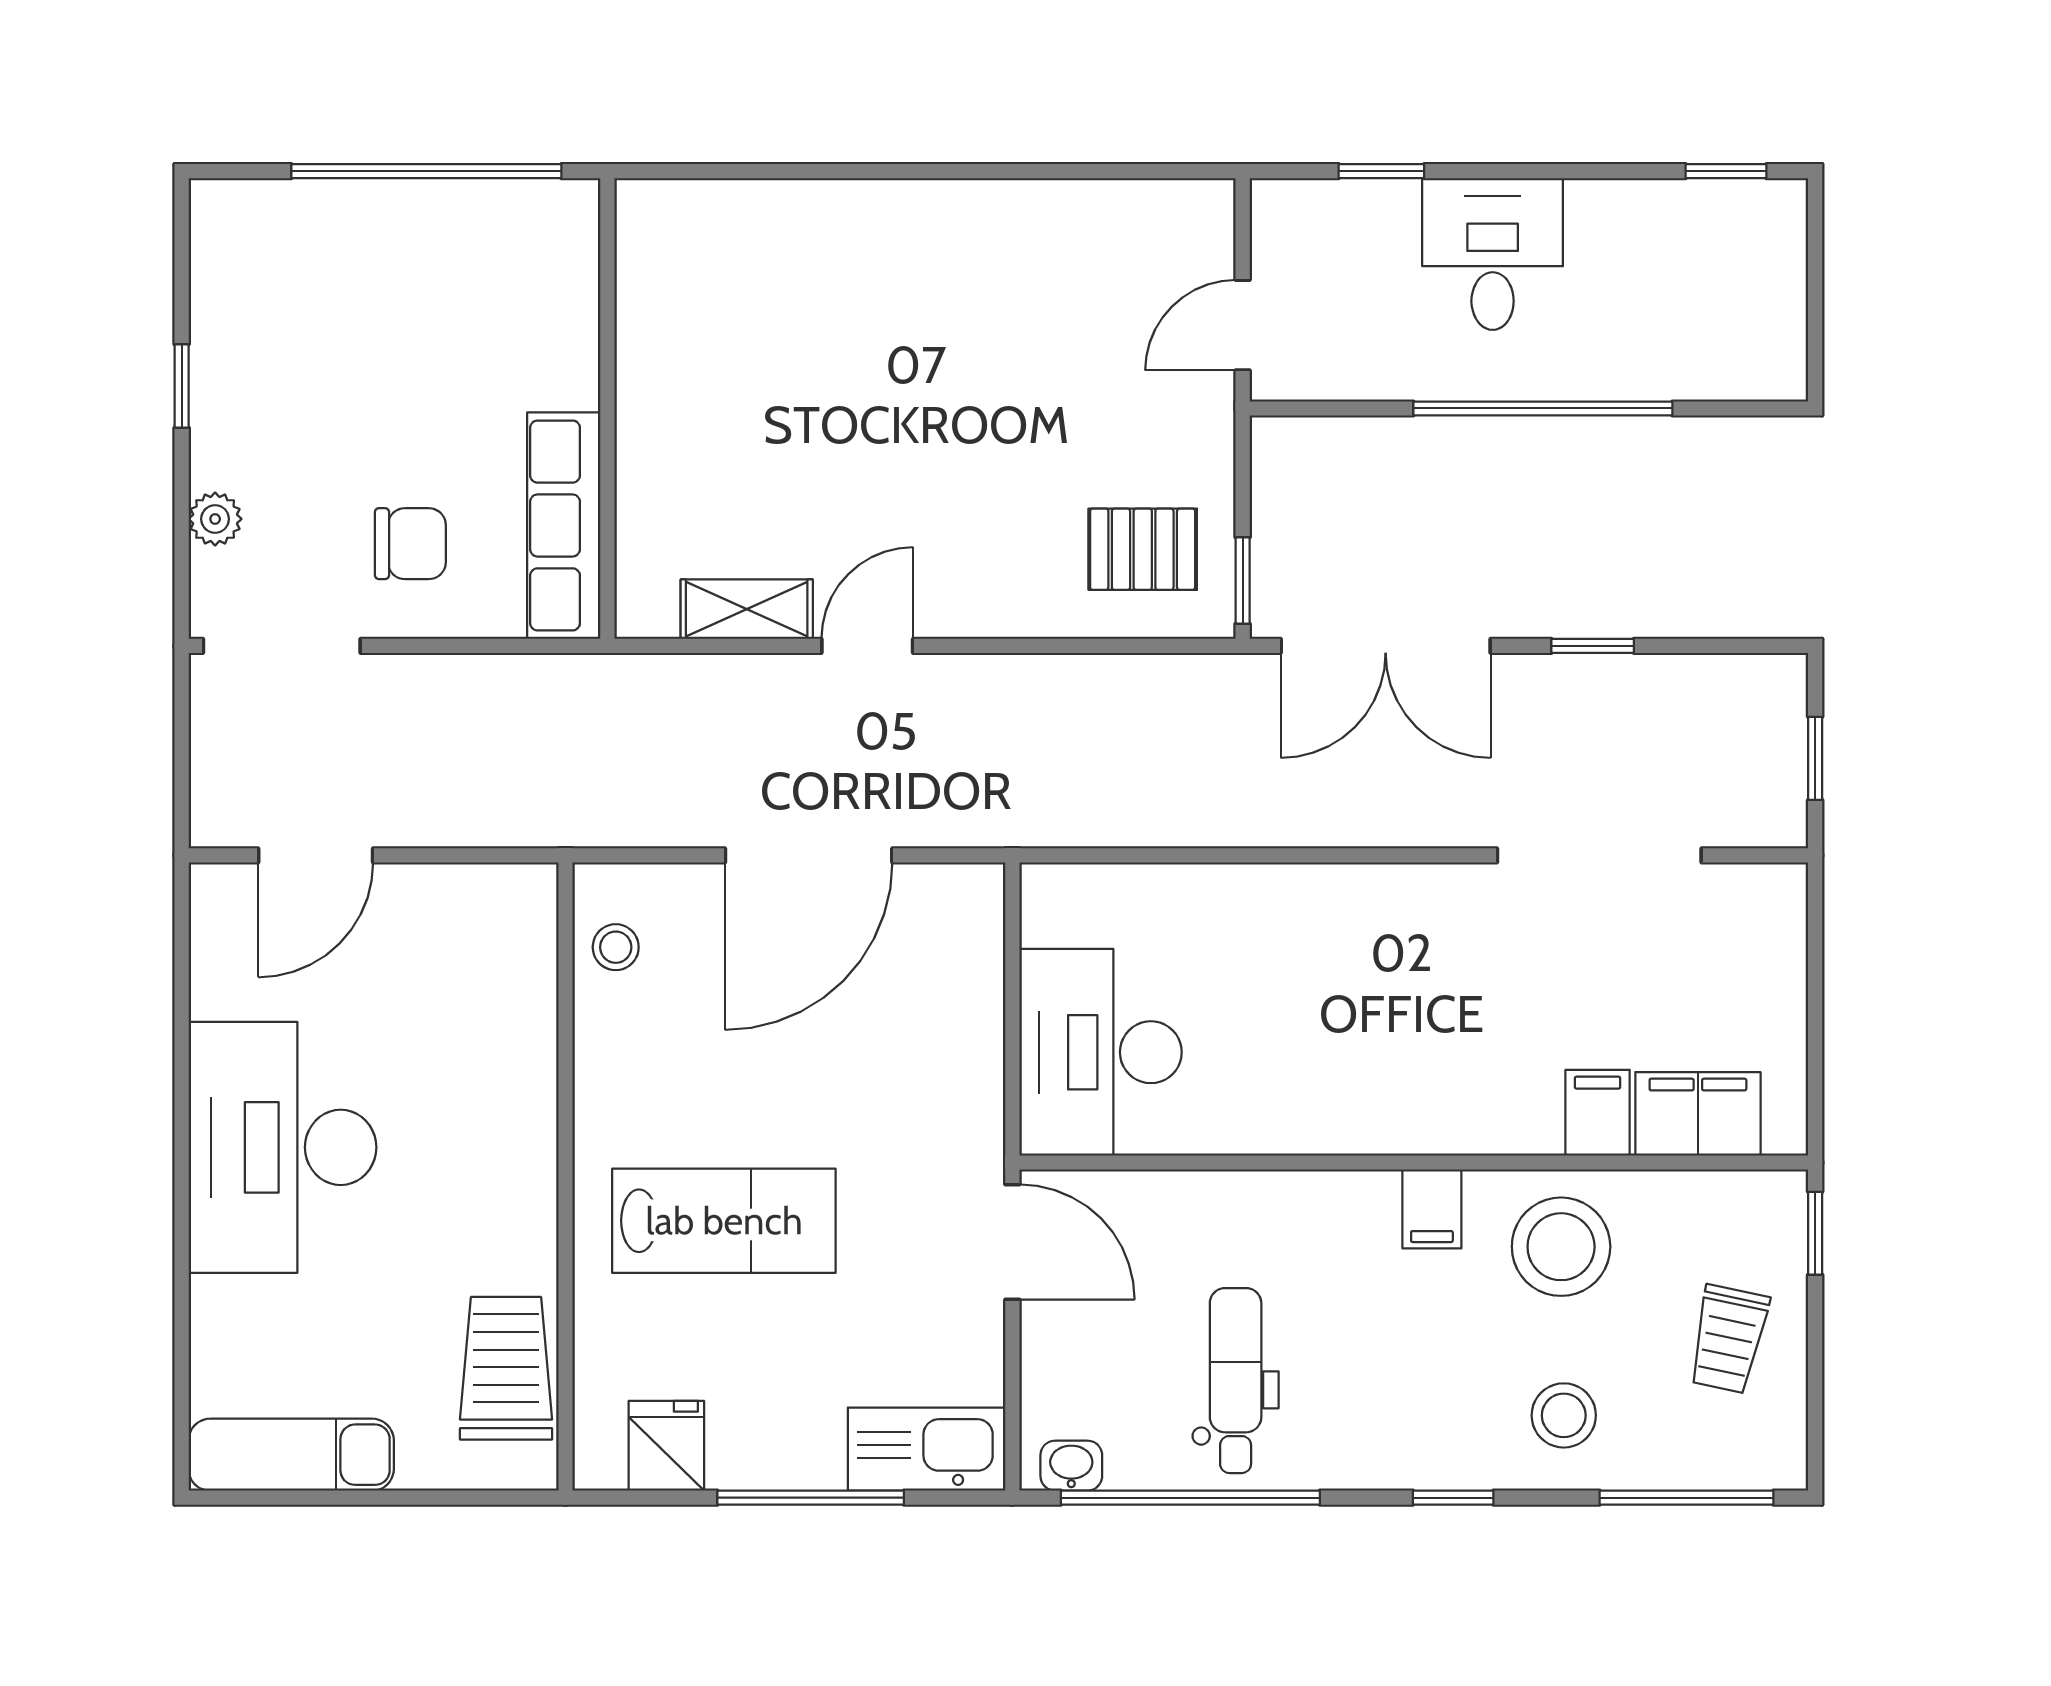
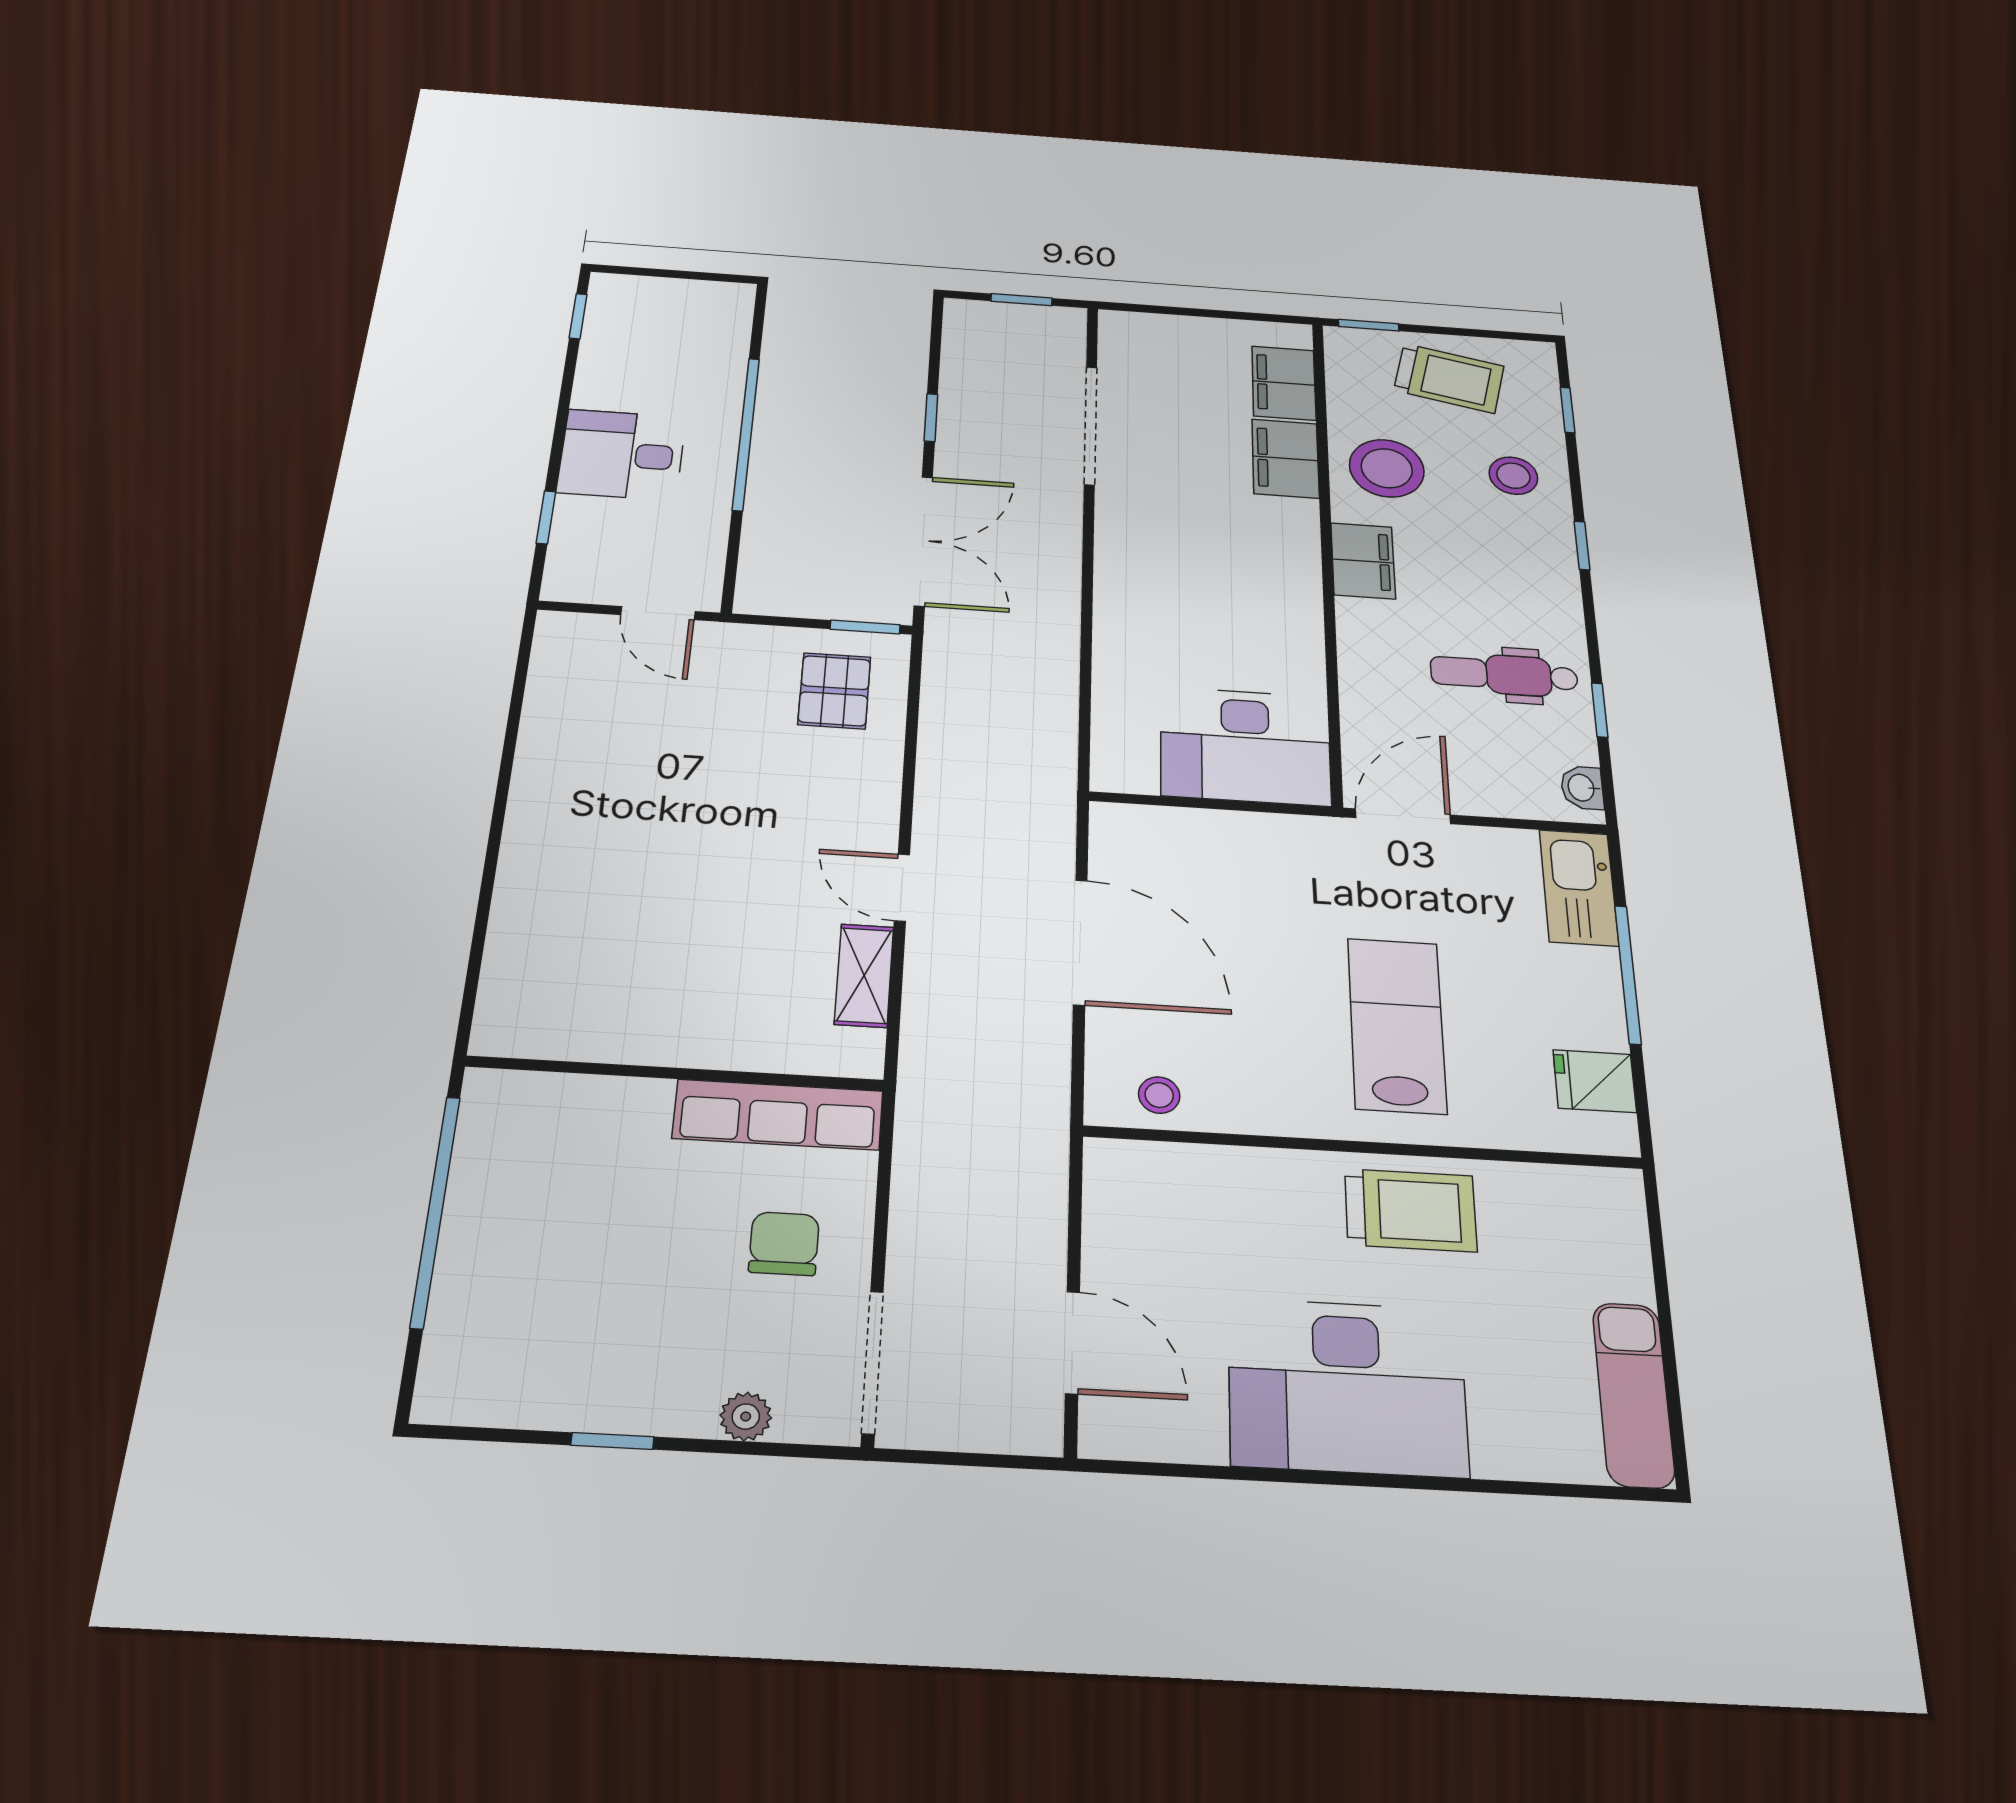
filing cabinet: (1598, 1113) -> (1285, 459), width x2.00
filing cabinet: (1432, 1209) -> (1363, 561), width x2.00
trolley: (1728, 1339) -> (1449, 378), width x1.36, depth x1.39
trolley: (506, 1368) -> (1411, 1210), moved, turned 180
window: (1190, 1498) -> (1600, 710), width x0.32
window: (1687, 1498) -> (1567, 410), width x0.46

